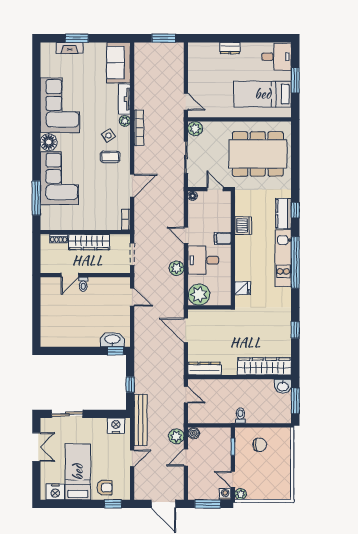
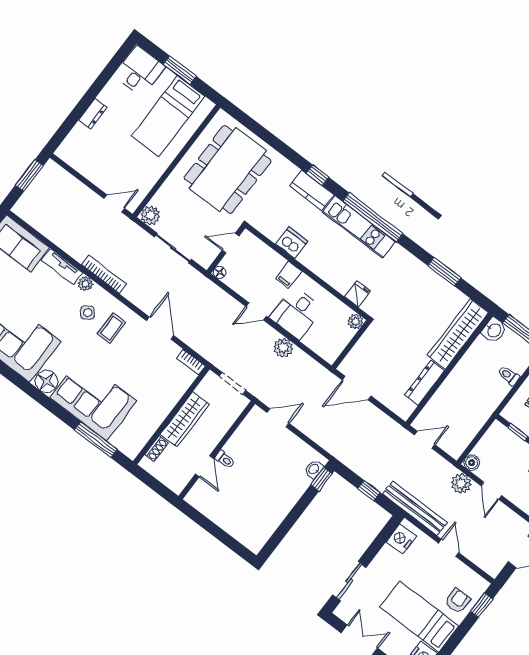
plant: (199, 295) -> (356, 322), moved, width x0.53, depth x0.53
window: (295, 330) -> (444, 272), width x1.50
washbasin: (112, 340) -> (314, 469), width x0.52, depth x0.69
dresser: (204, 369) -> (425, 383), moved
toilet: (240, 416) -> (509, 375), moved

